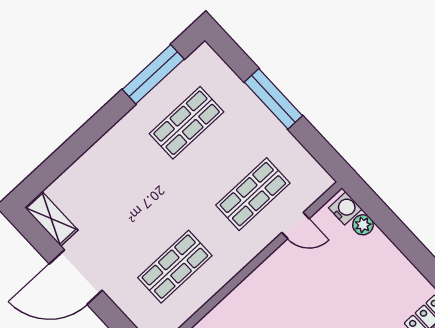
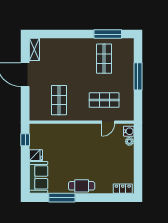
shop shelf: (187, 123) -> (104, 59), turned 90
door: (295, 226) -> (108, 122), hinge flipped
shop shelf: (175, 267) -> (59, 100), turned 90

